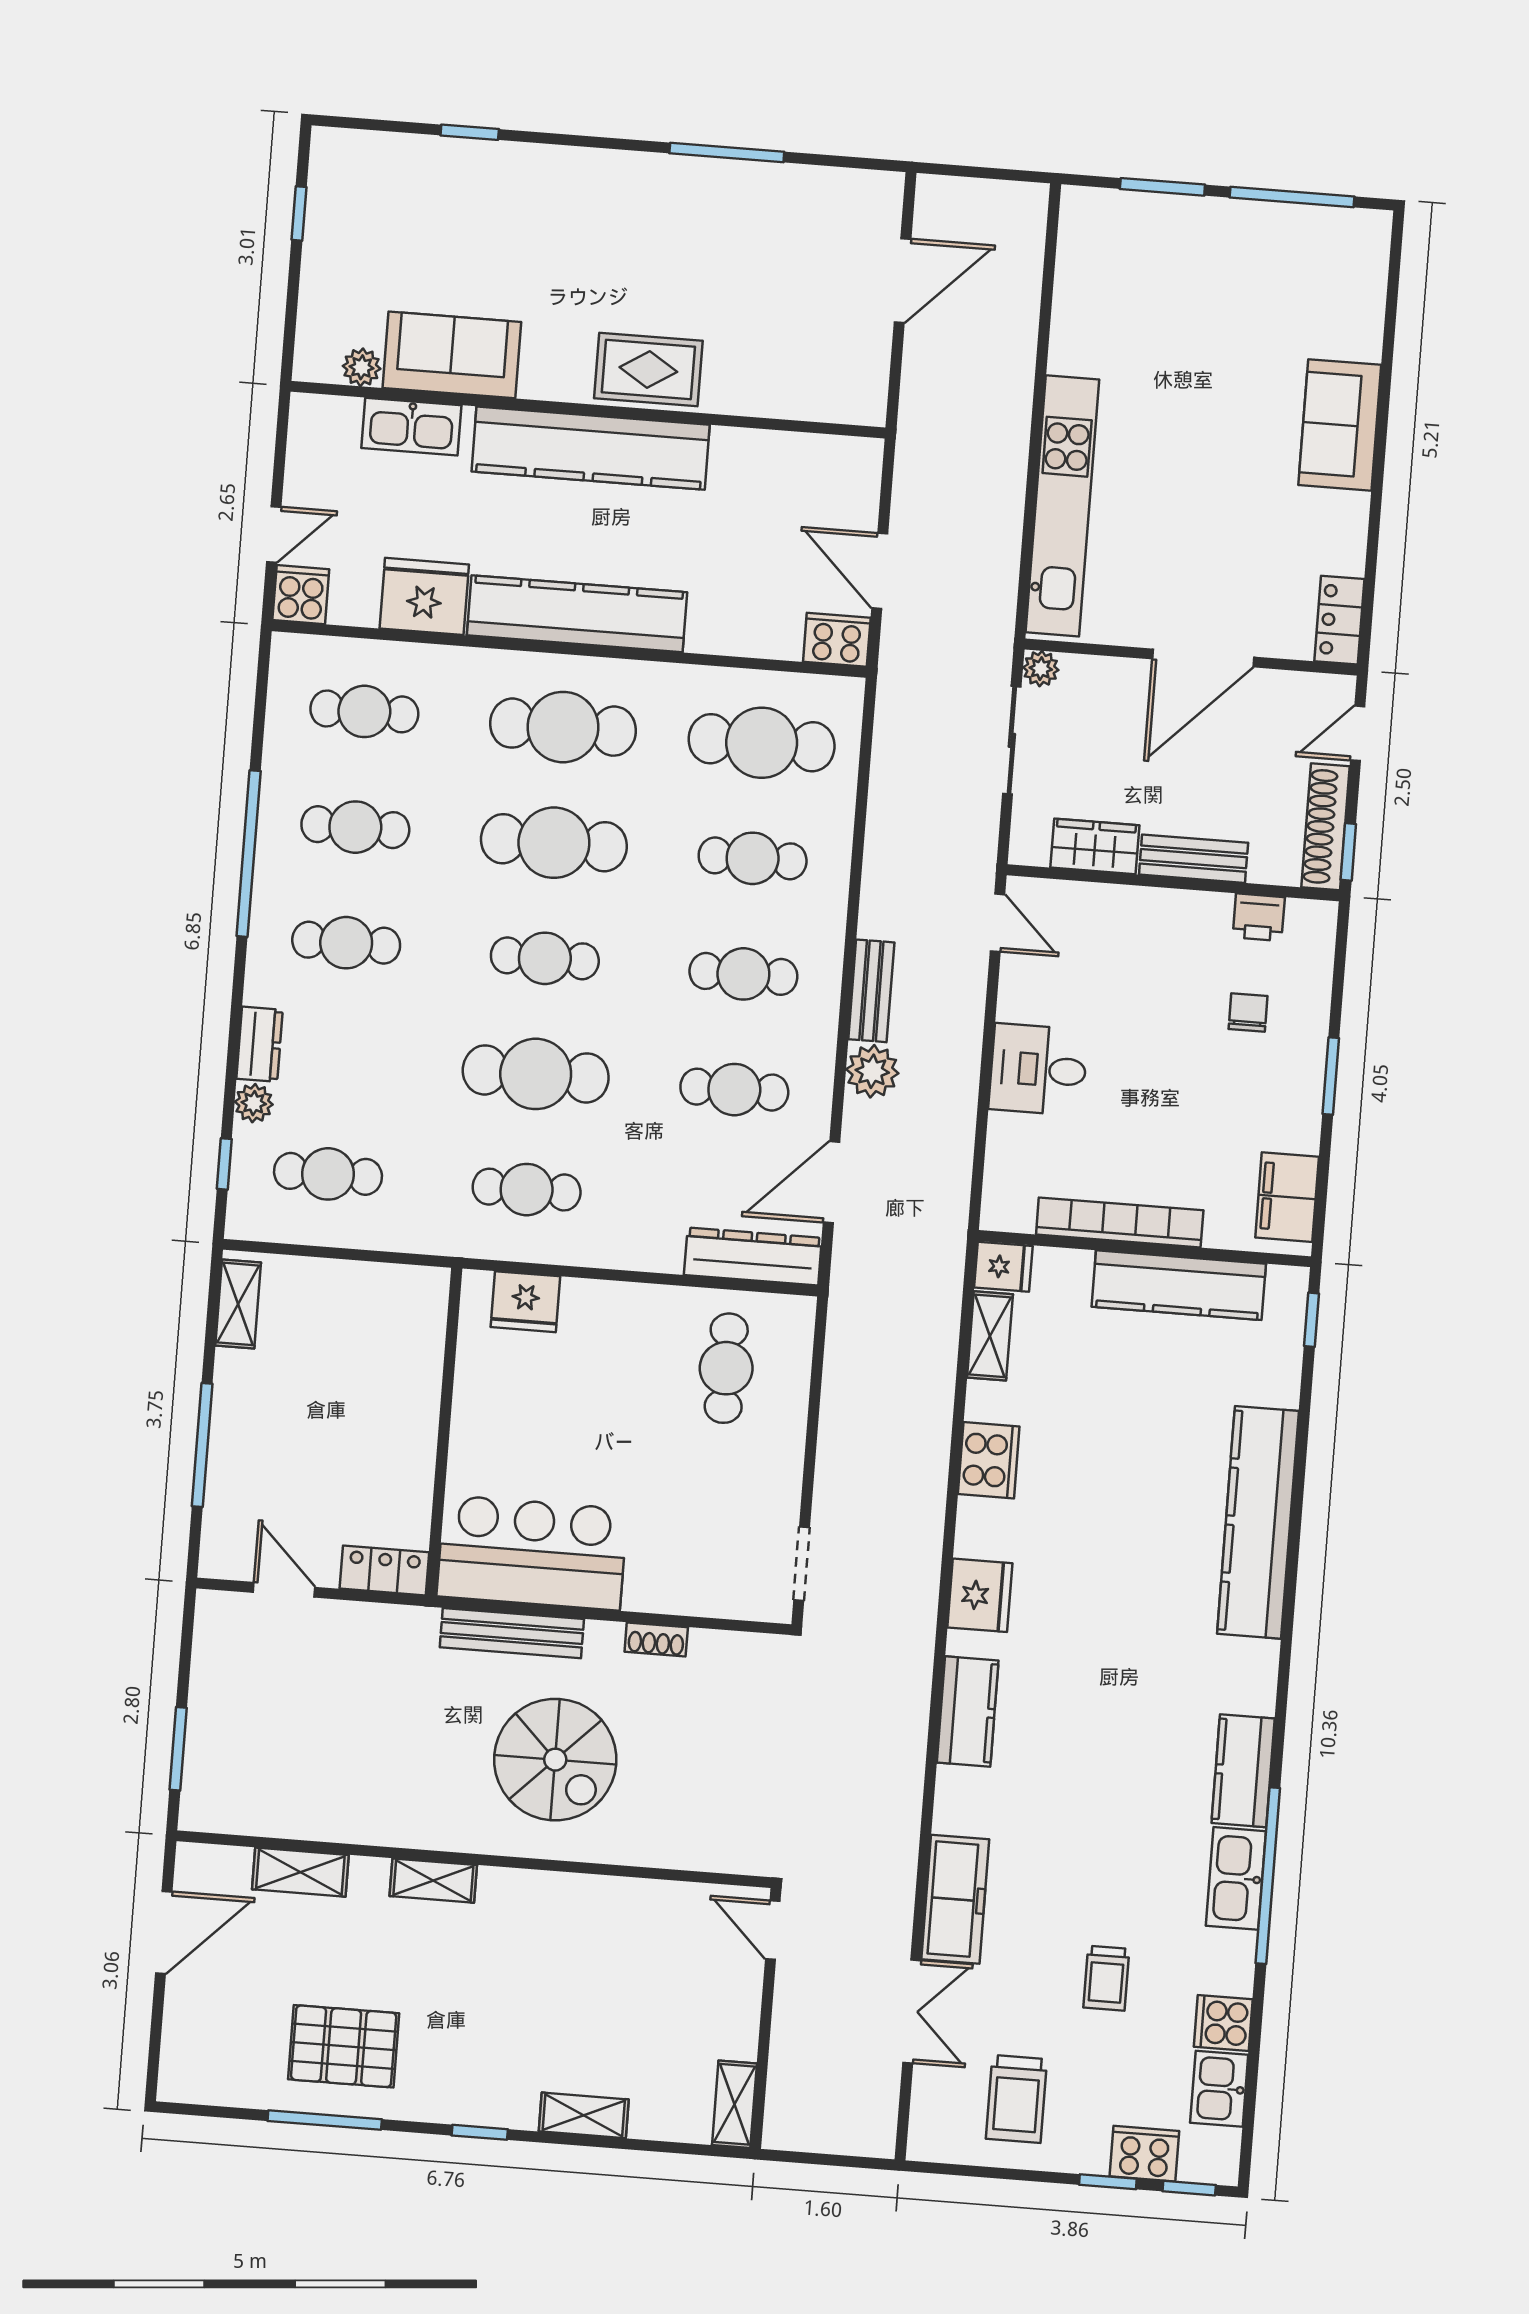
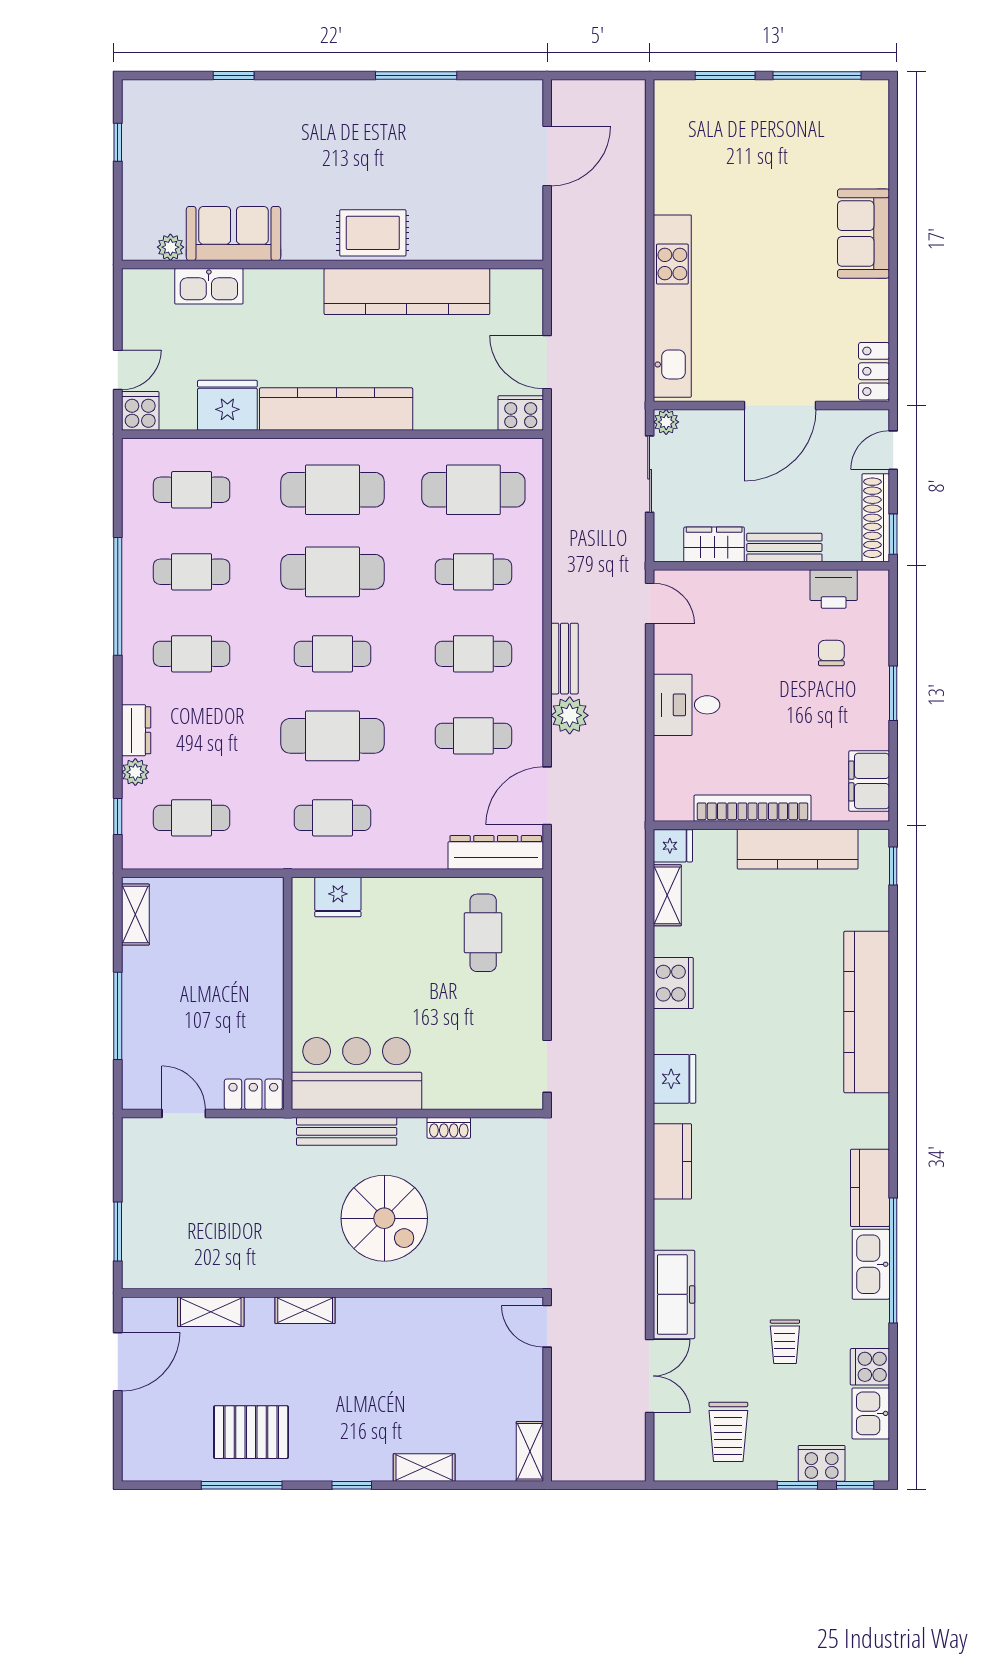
kitchen counter: (591, 448) -> (407, 292), moved
printer: (1259, 917) -> (834, 589), width x1.36, depth x1.24

